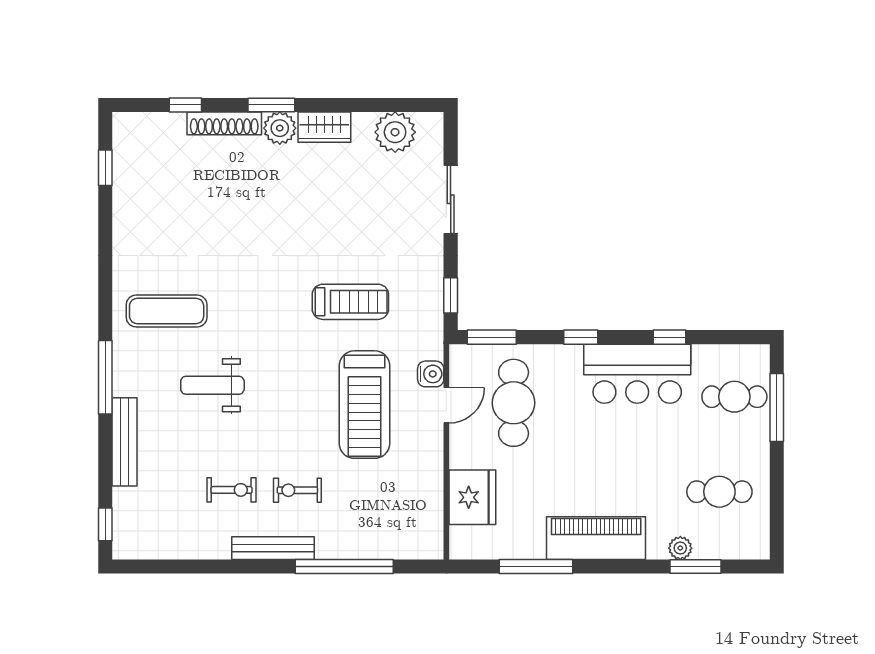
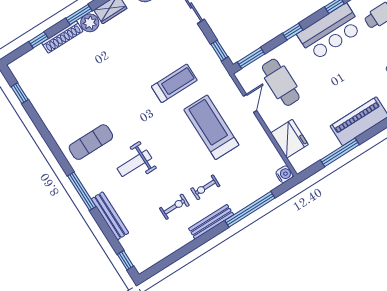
water cooler: (431, 374) -> (284, 174), moved
treadmill: (364, 405) -> (211, 127), turned 180

